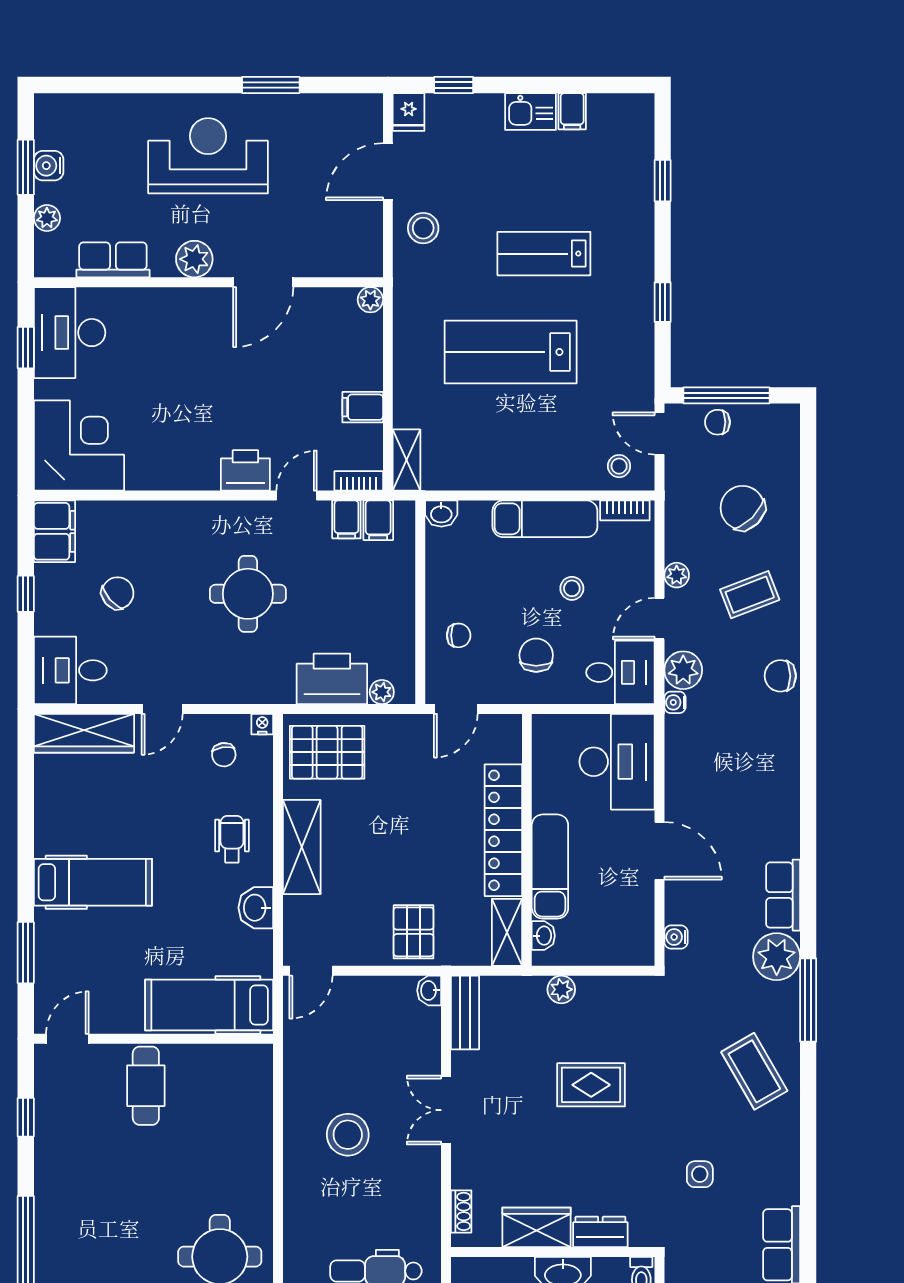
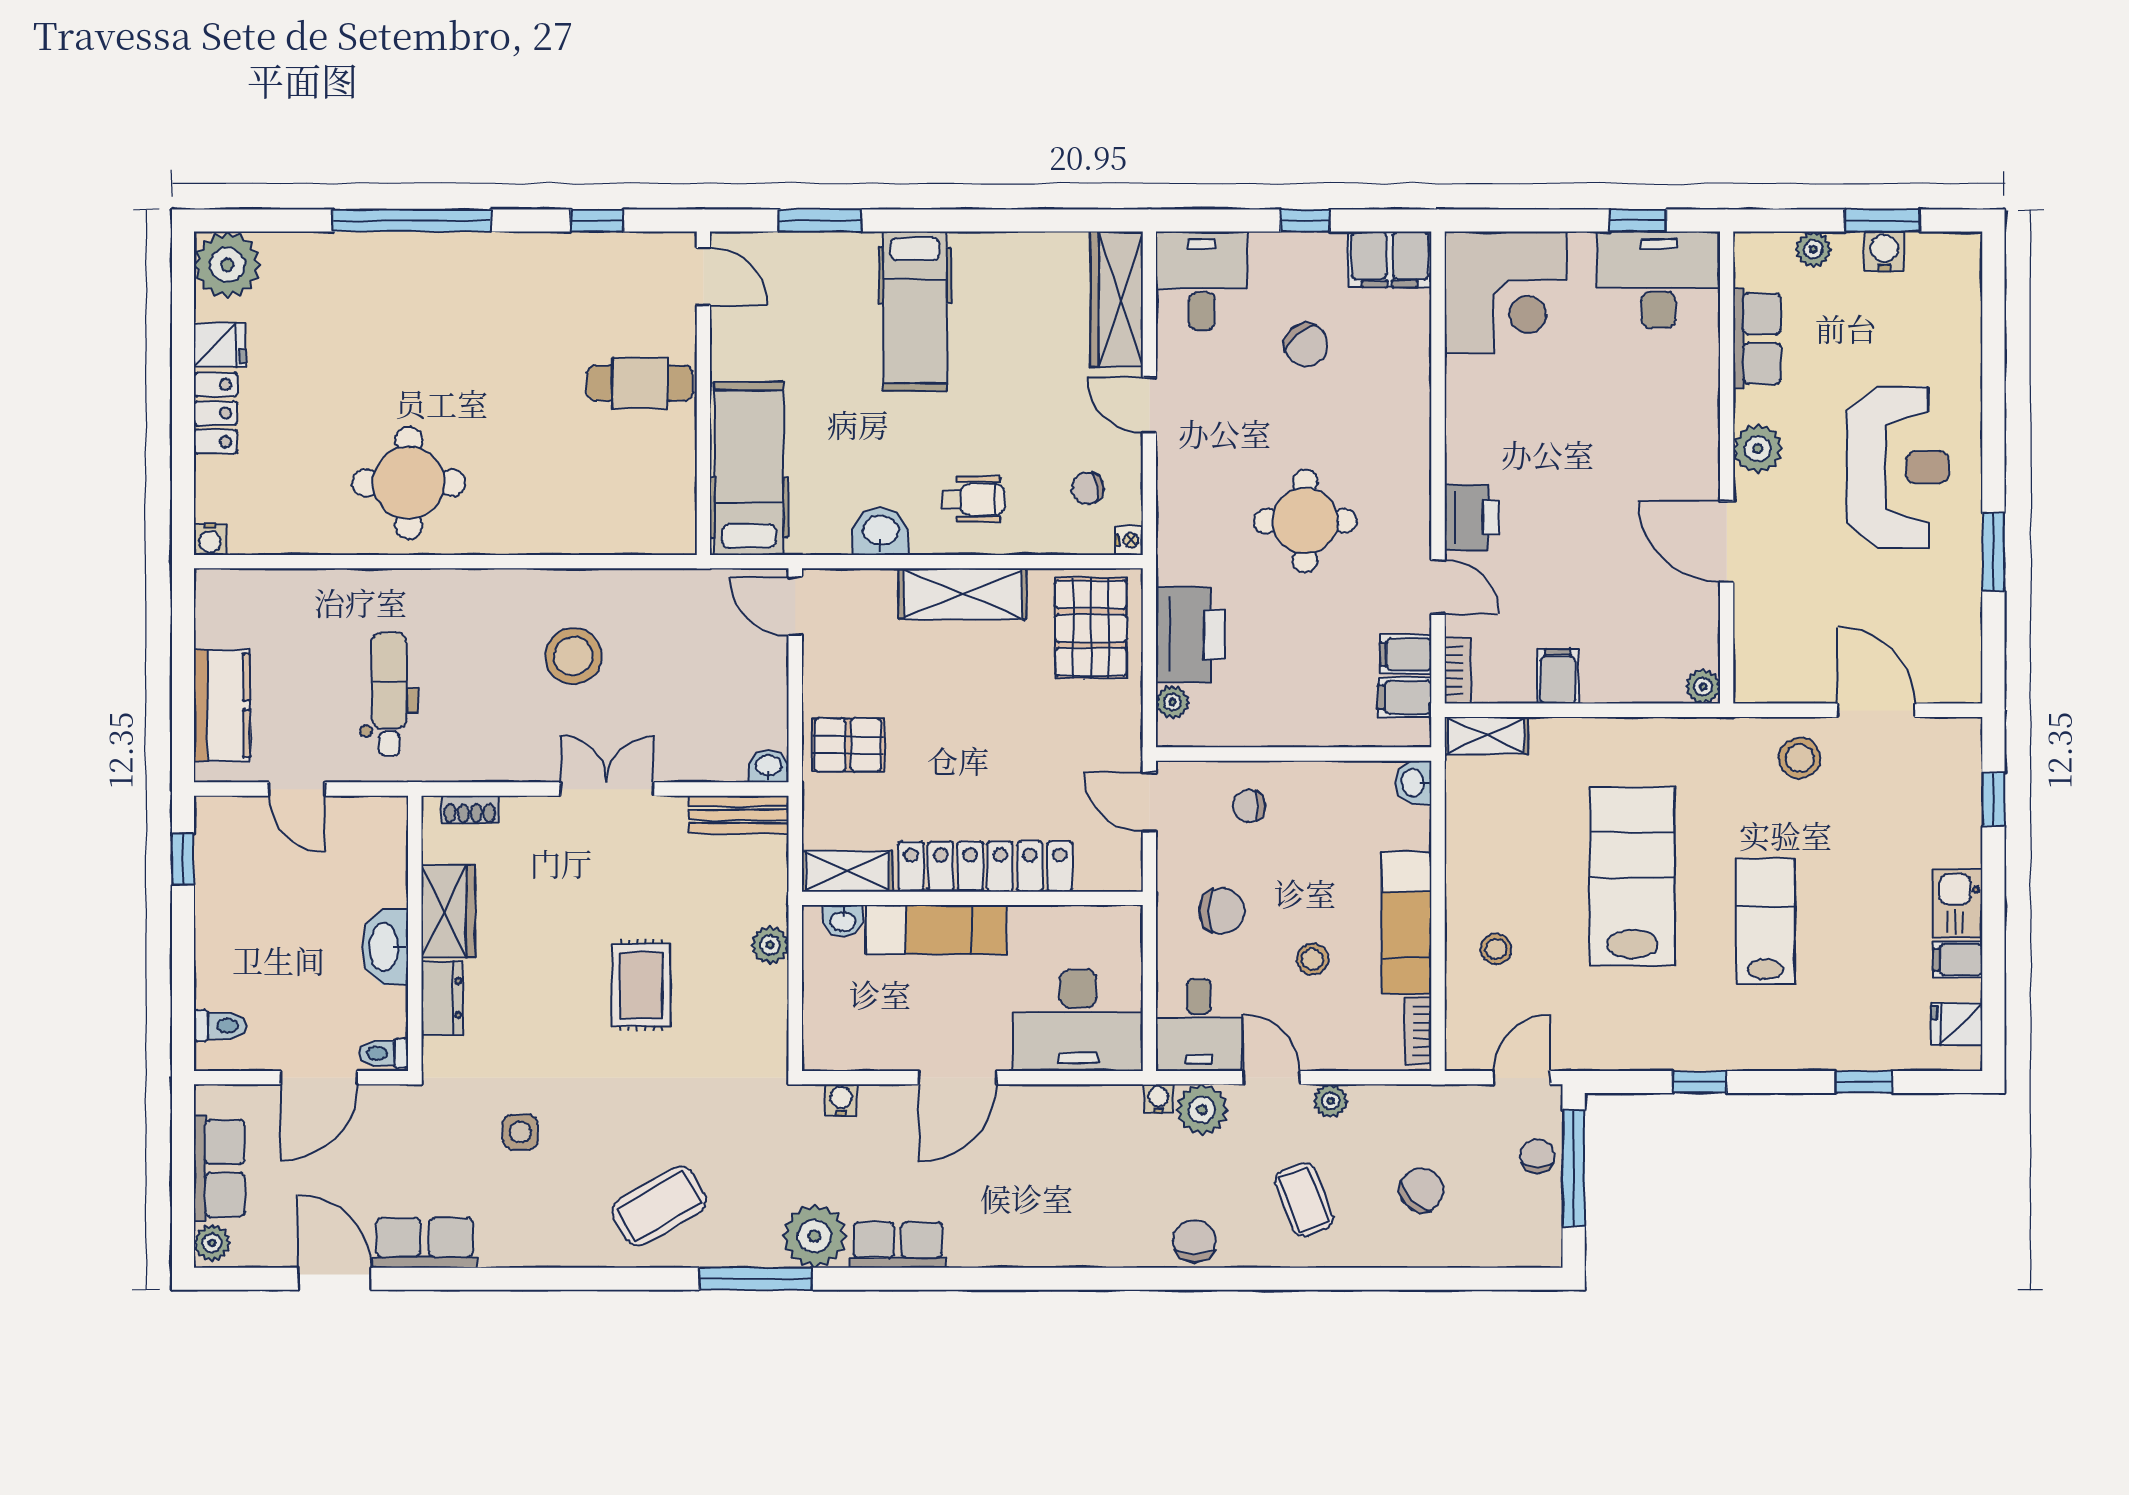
fridge: (409, 112) -> (1957, 1024), moved
stool: (619, 466) -> (1496, 949), moved
chair: (742, 508) -> (1422, 1190), width x0.73, depth x0.73
chair: (459, 635) -> (1249, 806), turned 90

